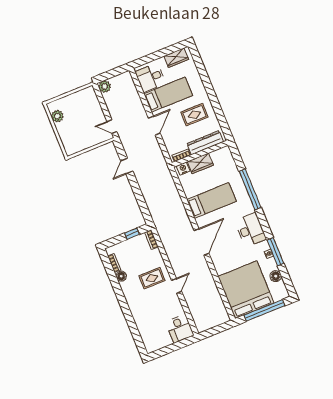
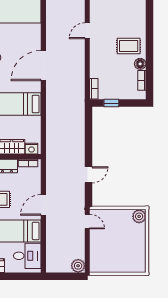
plant: (57, 116) -> (139, 216), moved
rug: (152, 278) -> (129, 46), moved

